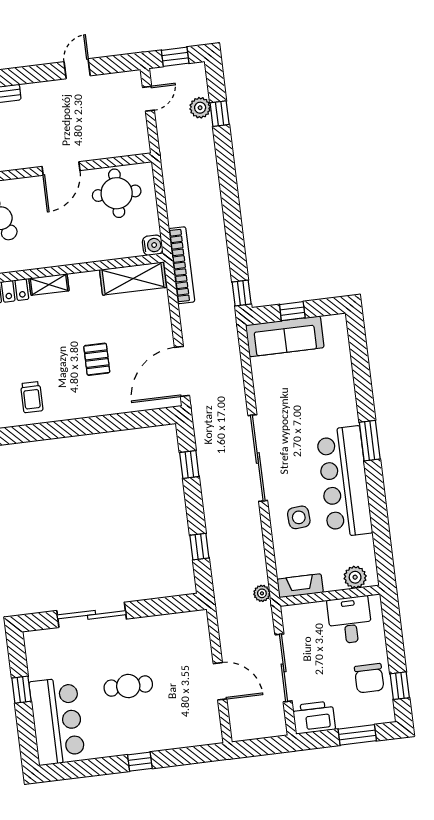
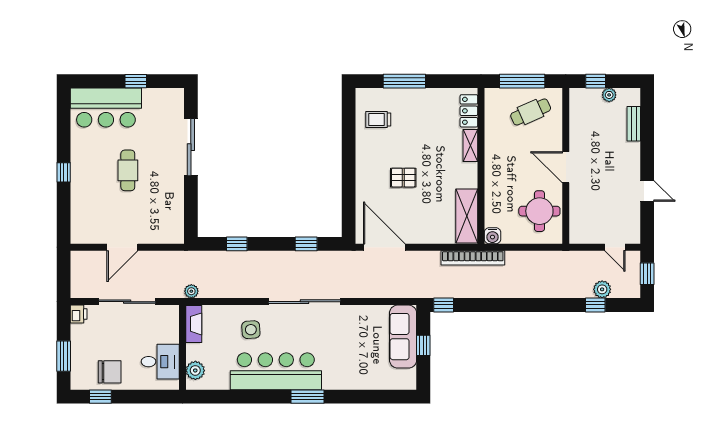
chair: (369, 678) -> (110, 372), turned 180
printer: (314, 718) -> (79, 314), width x0.53, depth x0.68

